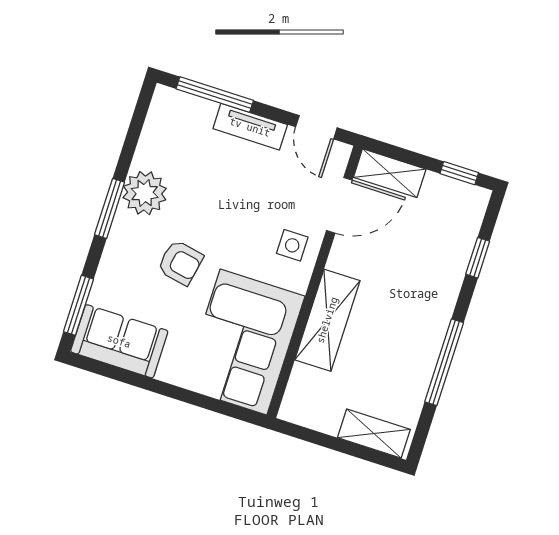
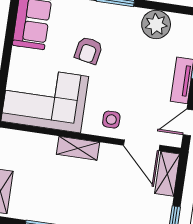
plant: (145, 193) -> (156, 24), moved
shelving: (327, 320) -> (78, 148), width x0.67, depth x0.75

